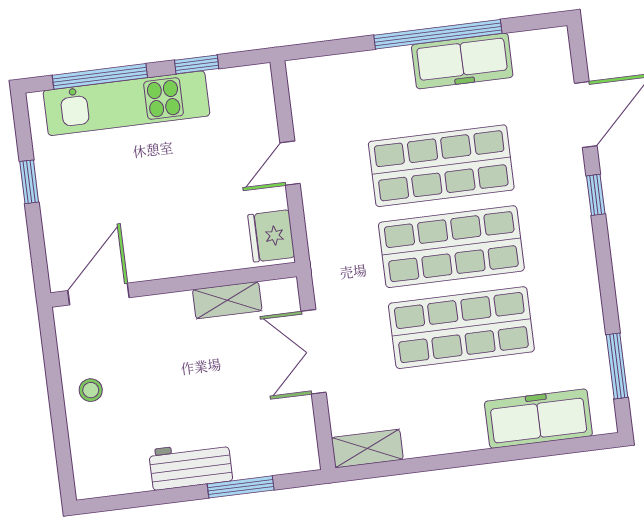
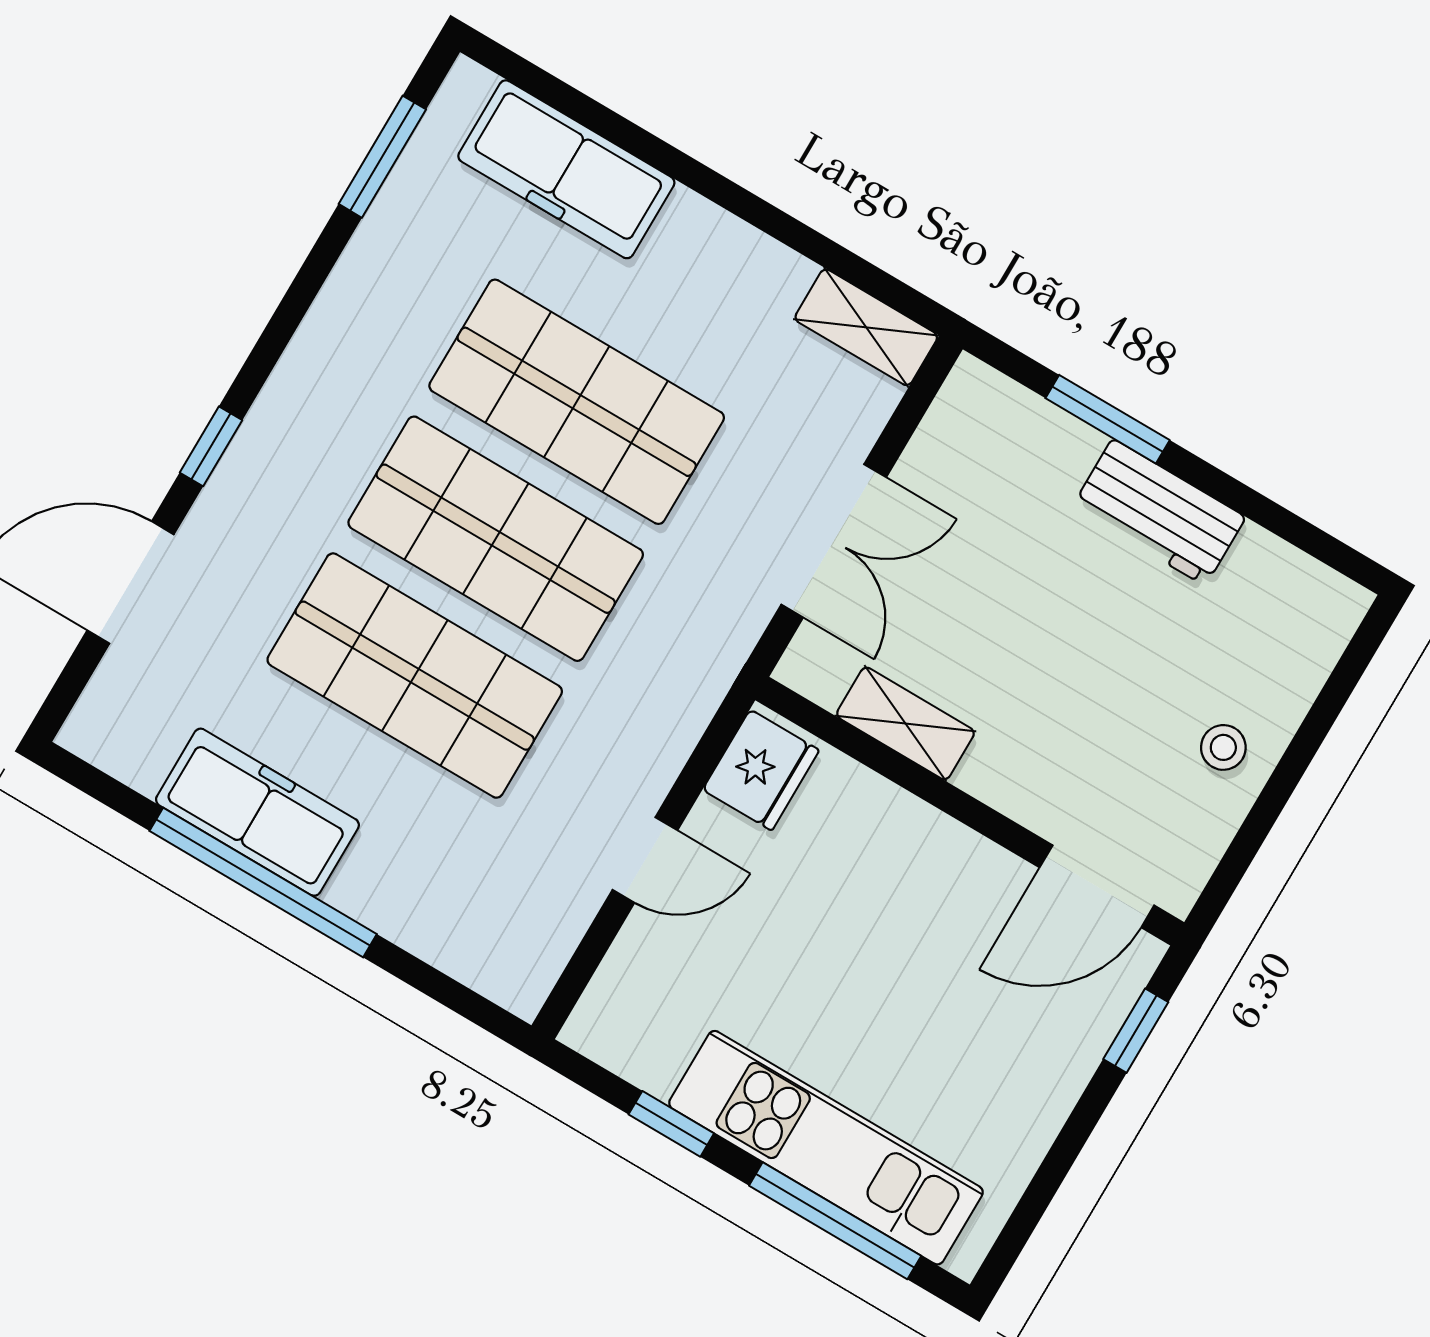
window: (29, 182) -> (1136, 1031), moved

